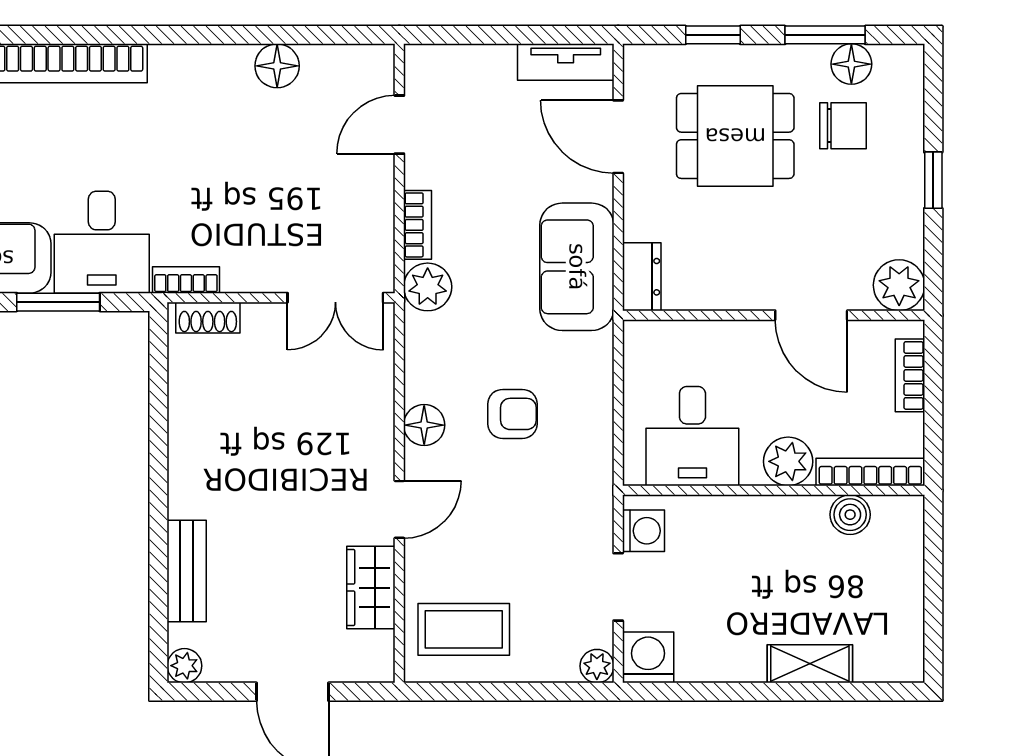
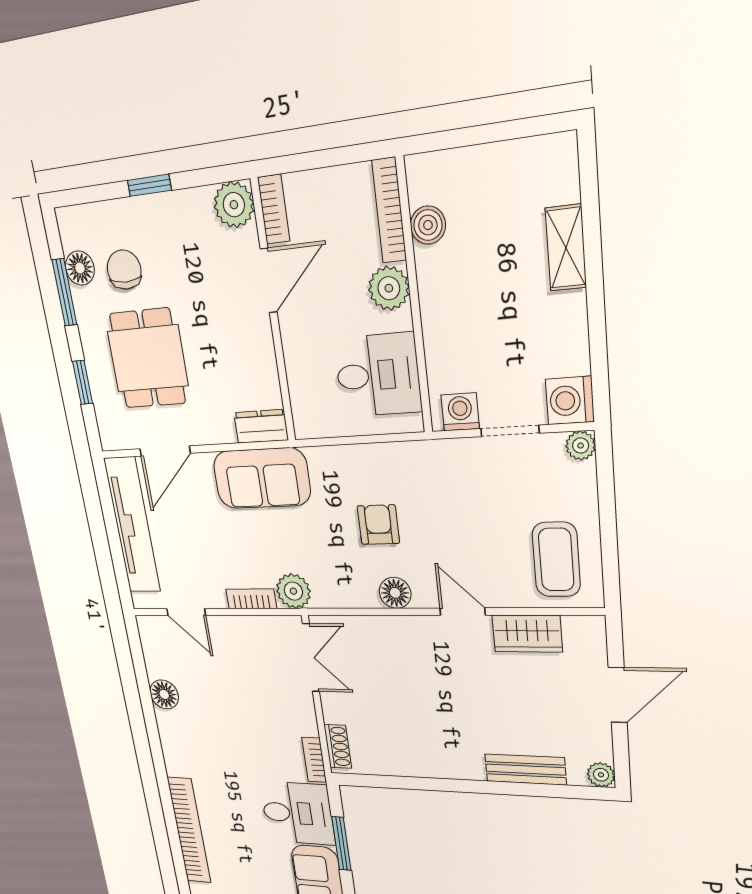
tv unit: (566, 62) -> (132, 525), width x1.92, depth x1.29
bookcase: (910, 375) -> (274, 209), moved, turned -90

